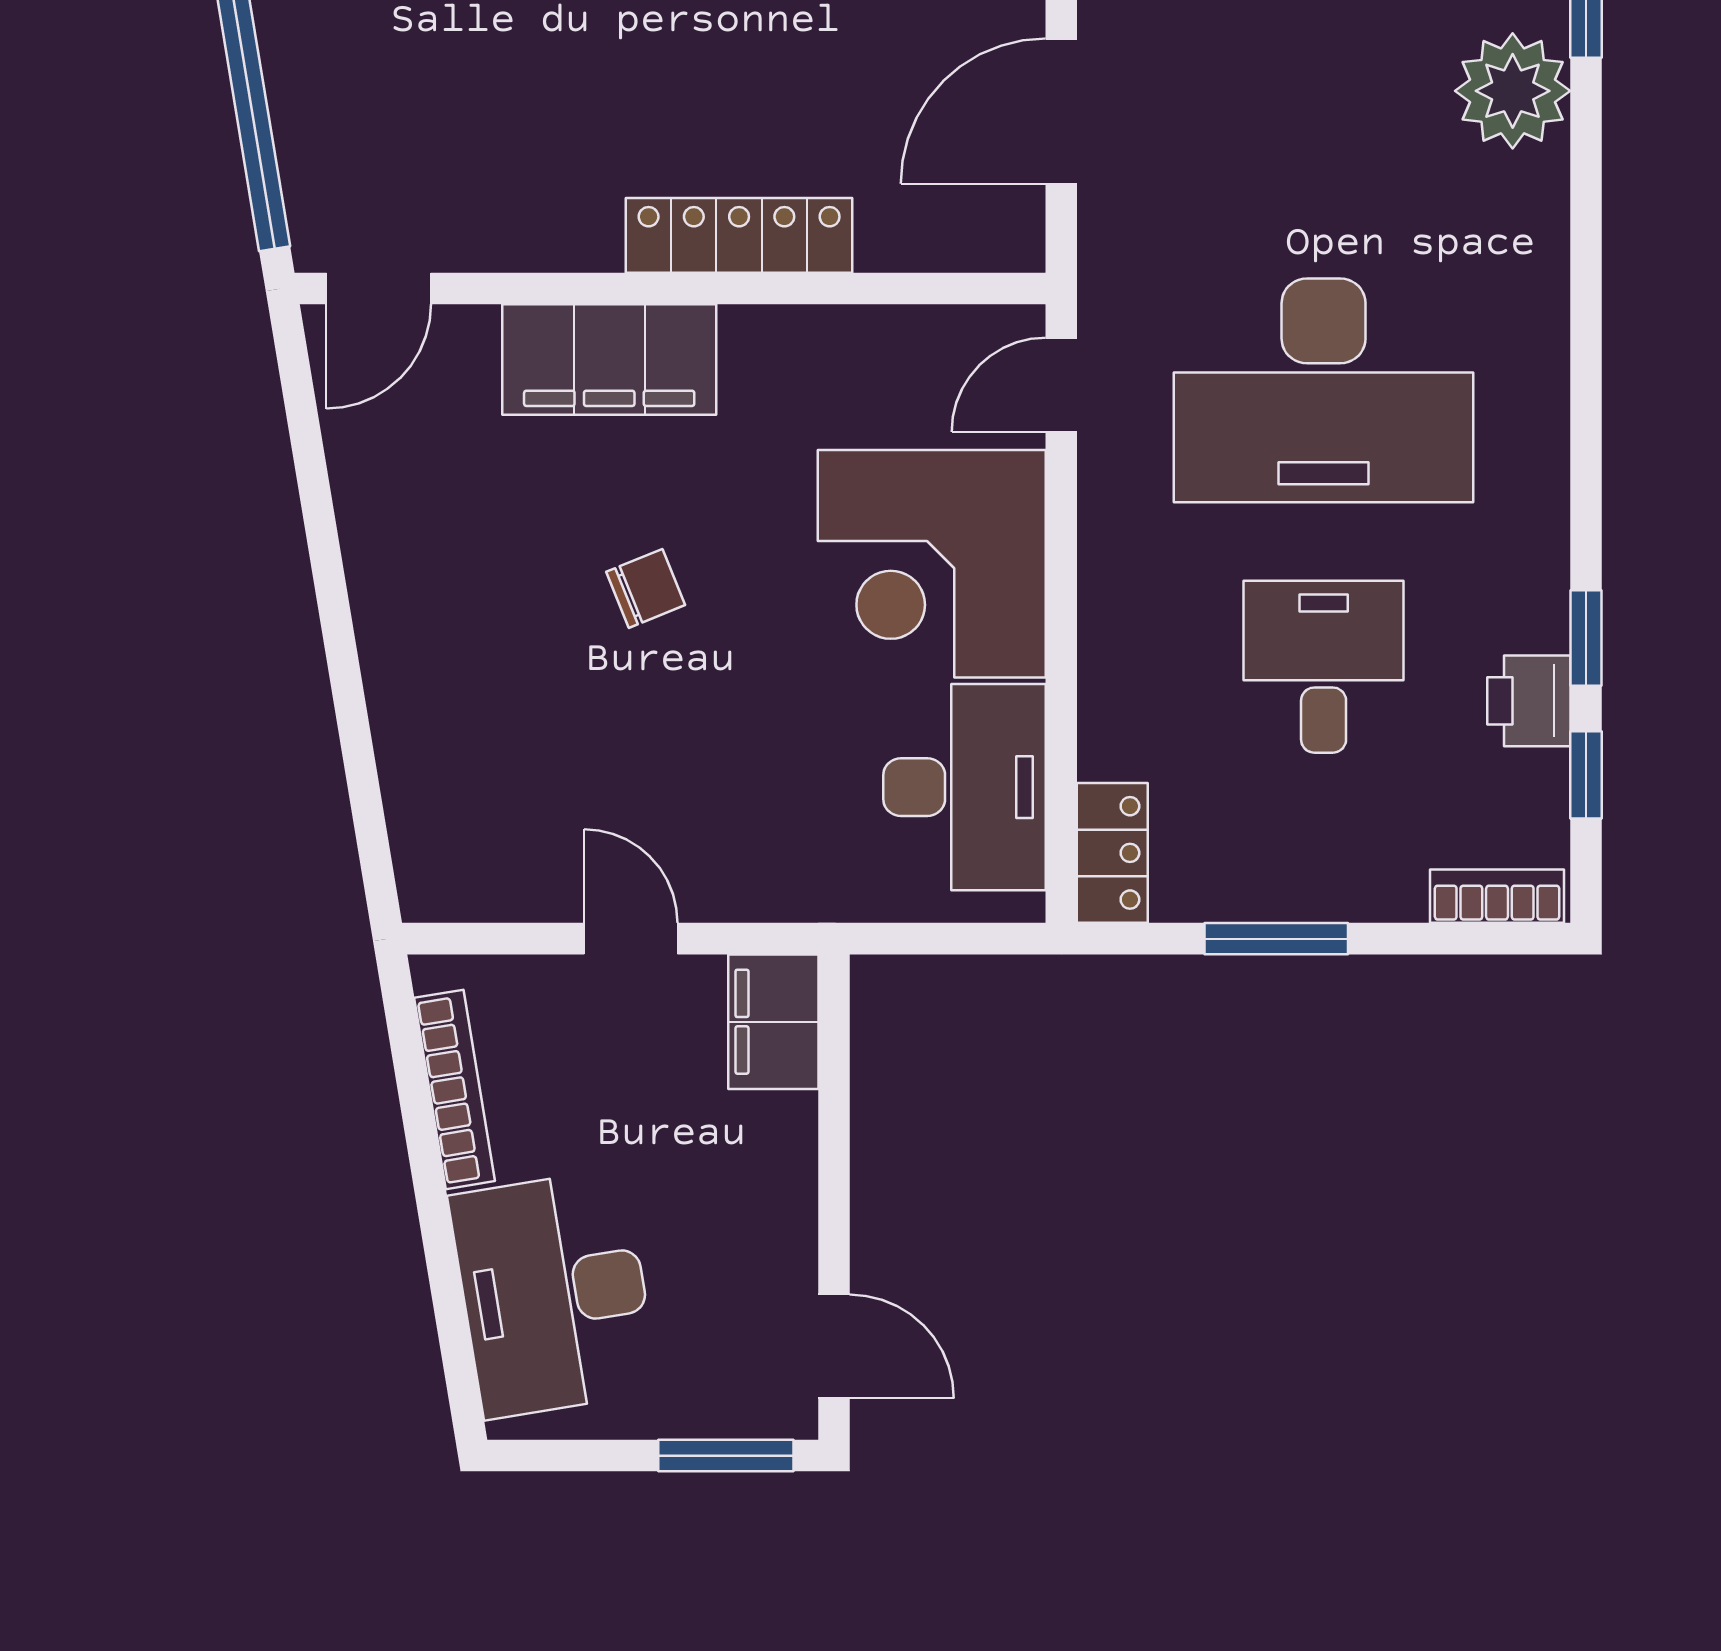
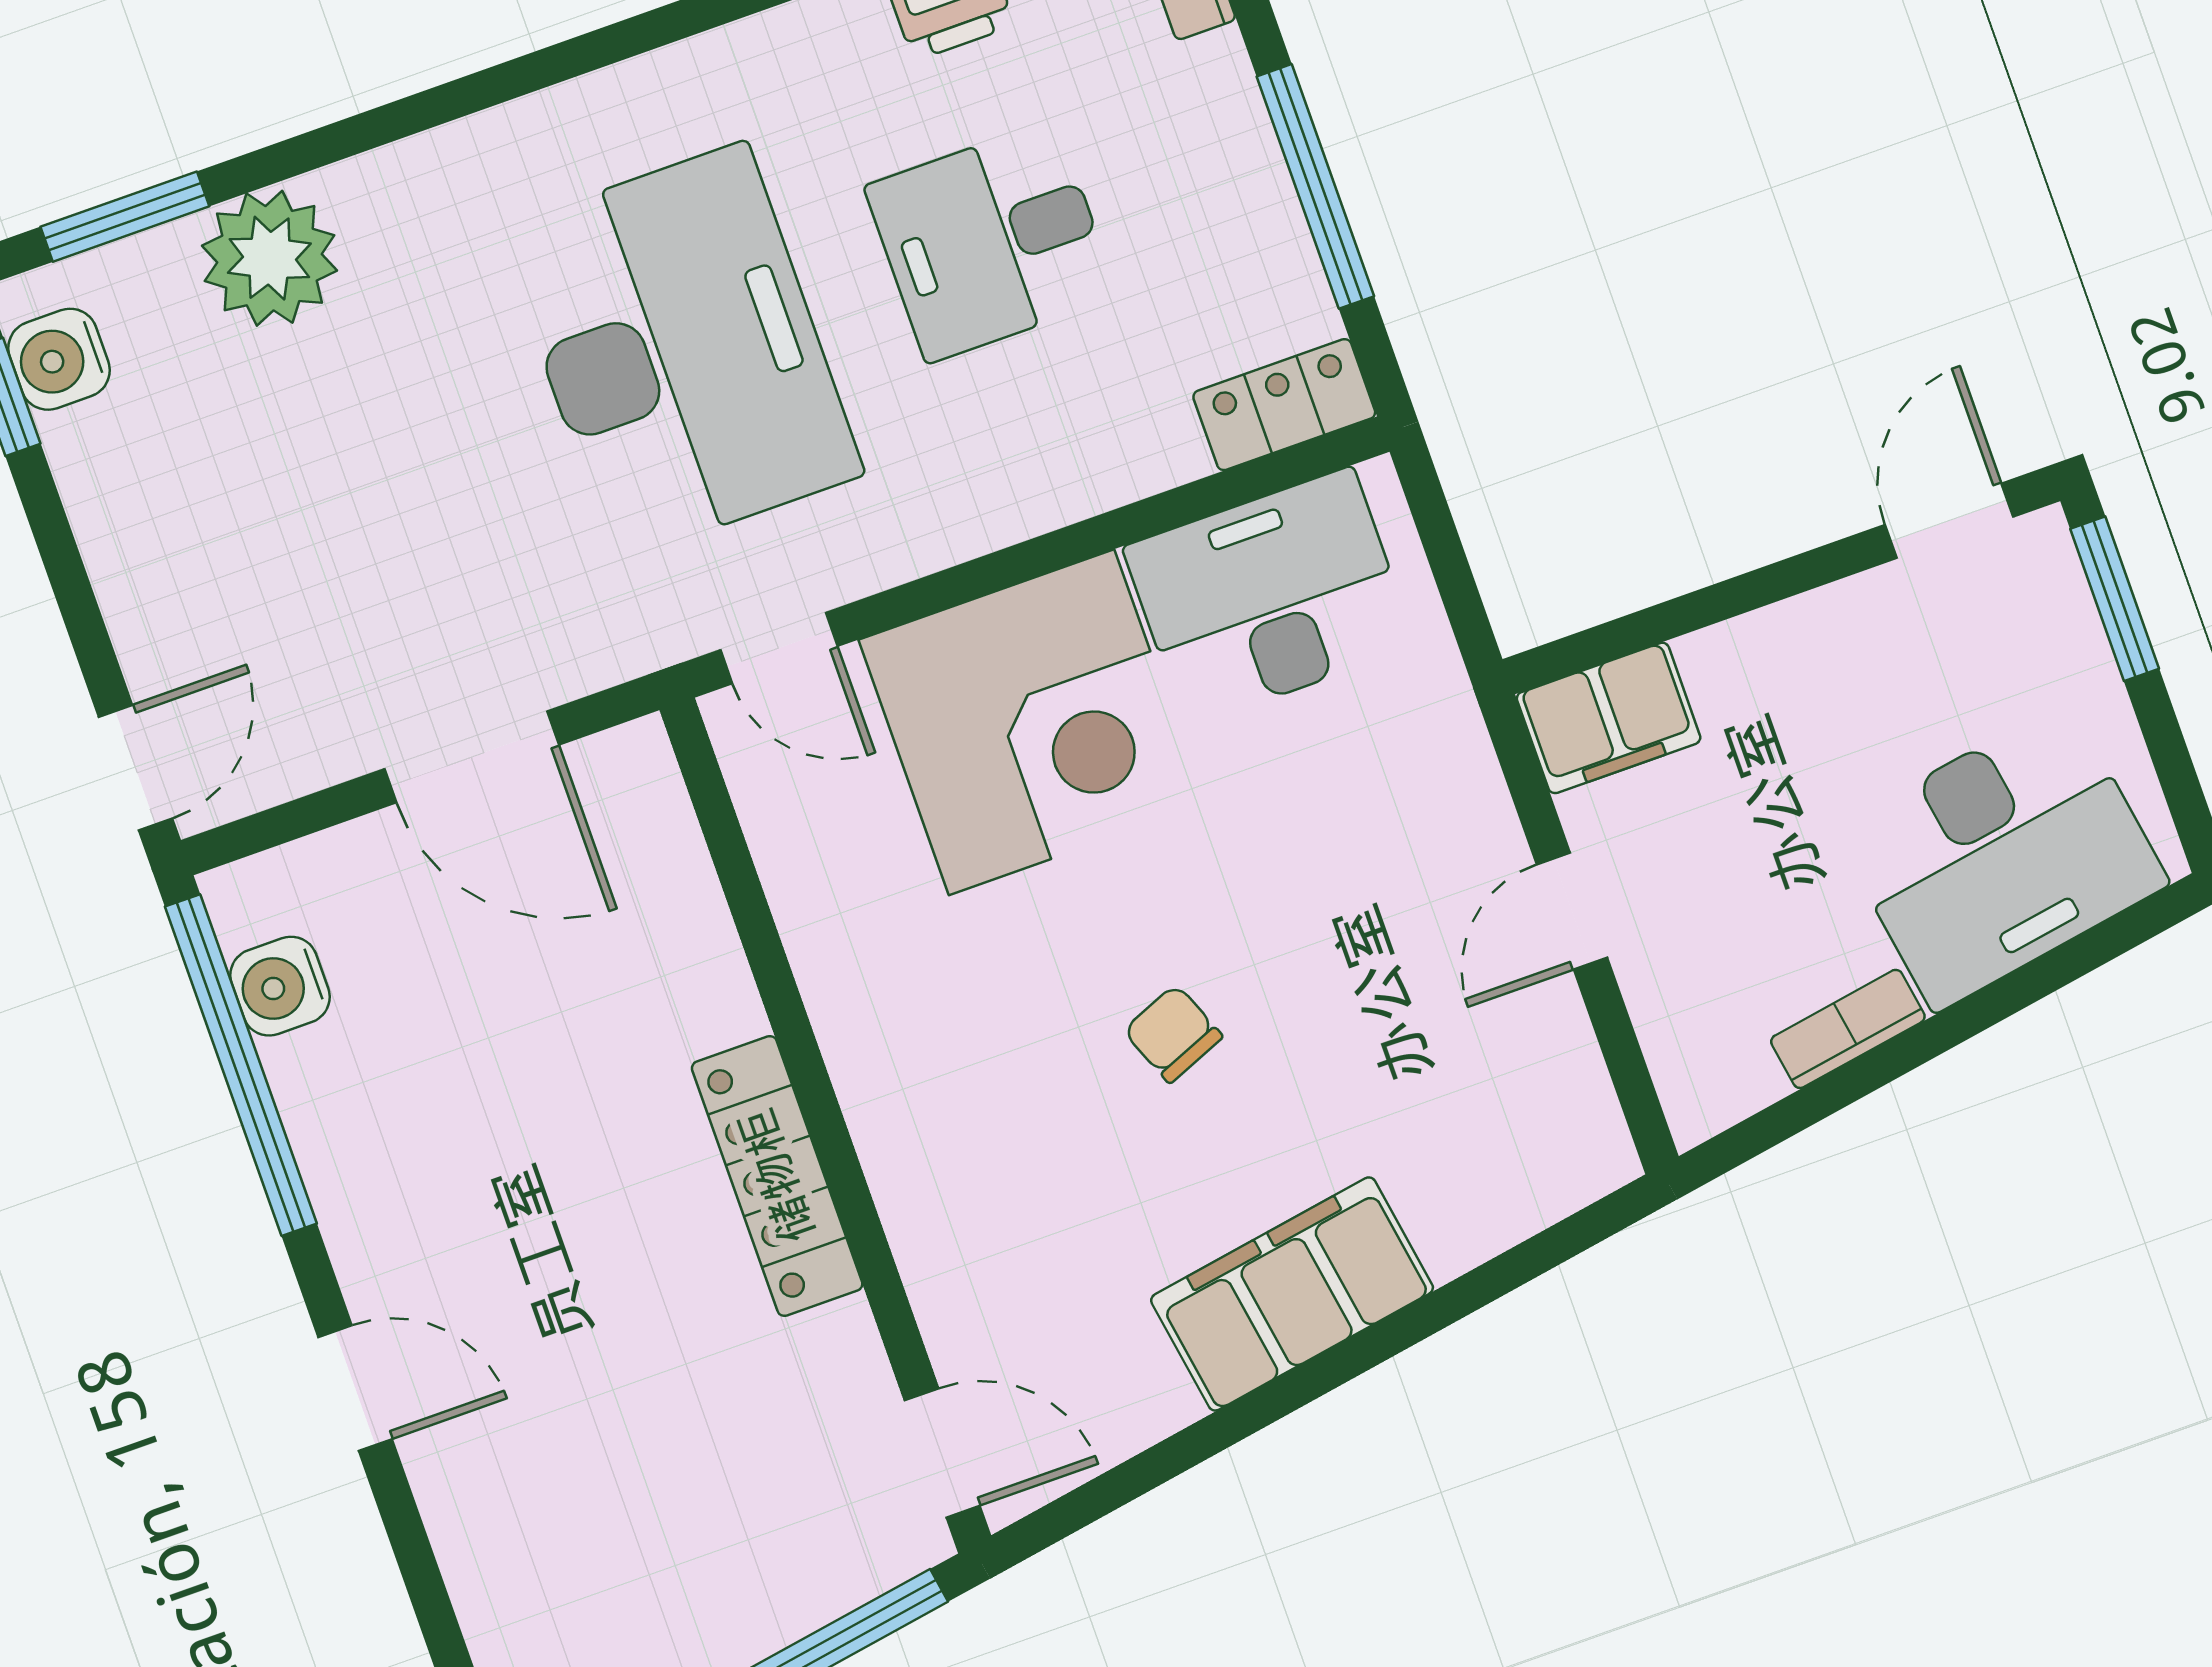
locker: (739, 235) -> (777, 1176), moved
filing cabinet: (609, 360) -> (1292, 1294), moved, turned -99
window: (1276, 939) -> (1315, 186), width x1.44
bookcase: (455, 1089) -> (1848, 1029), width x0.64

